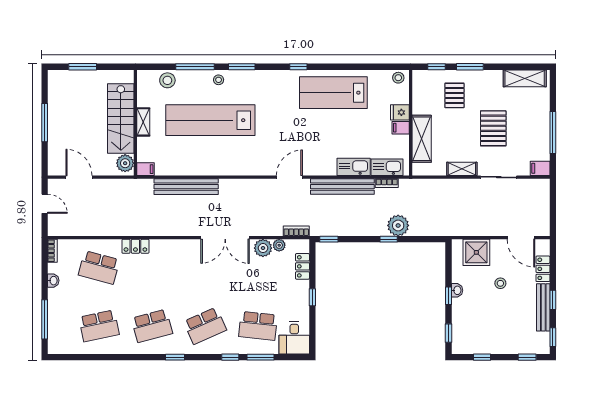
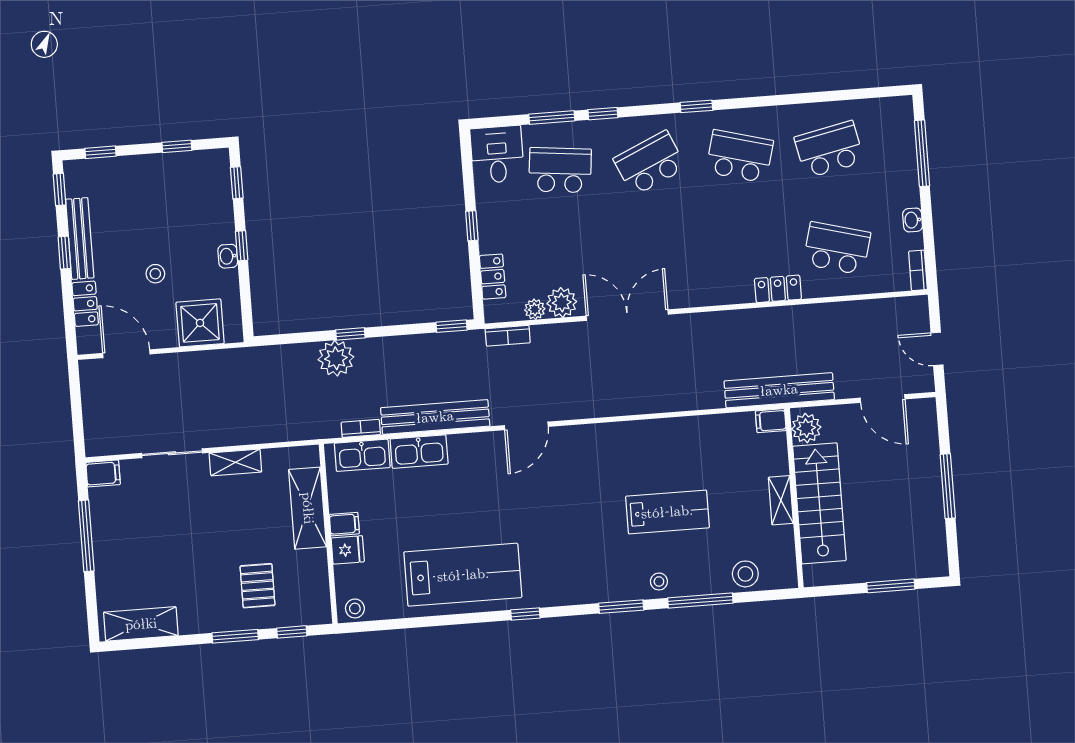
lab bench: (210, 120) -> (667, 512), width x0.54, depth x0.72
pallet: (493, 128) -> (188, 535), removed
bench: (186, 187) -> (779, 390), moved
school desk: (152, 326) -> (739, 156), turned 30

